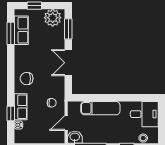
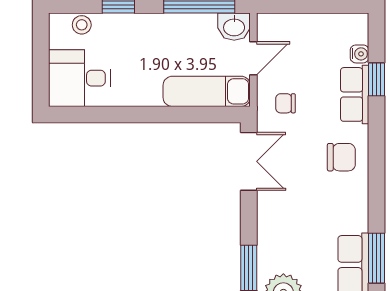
double door: (68, 63) -> (249, 161), moved
exam couch: (100, 108) -> (207, 91), moved

